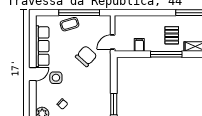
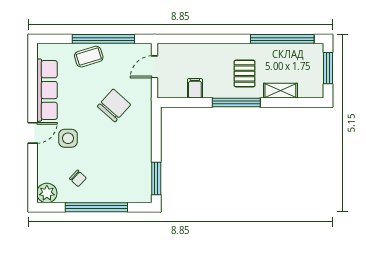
door: (113, 42) -> (155, 67), moved

